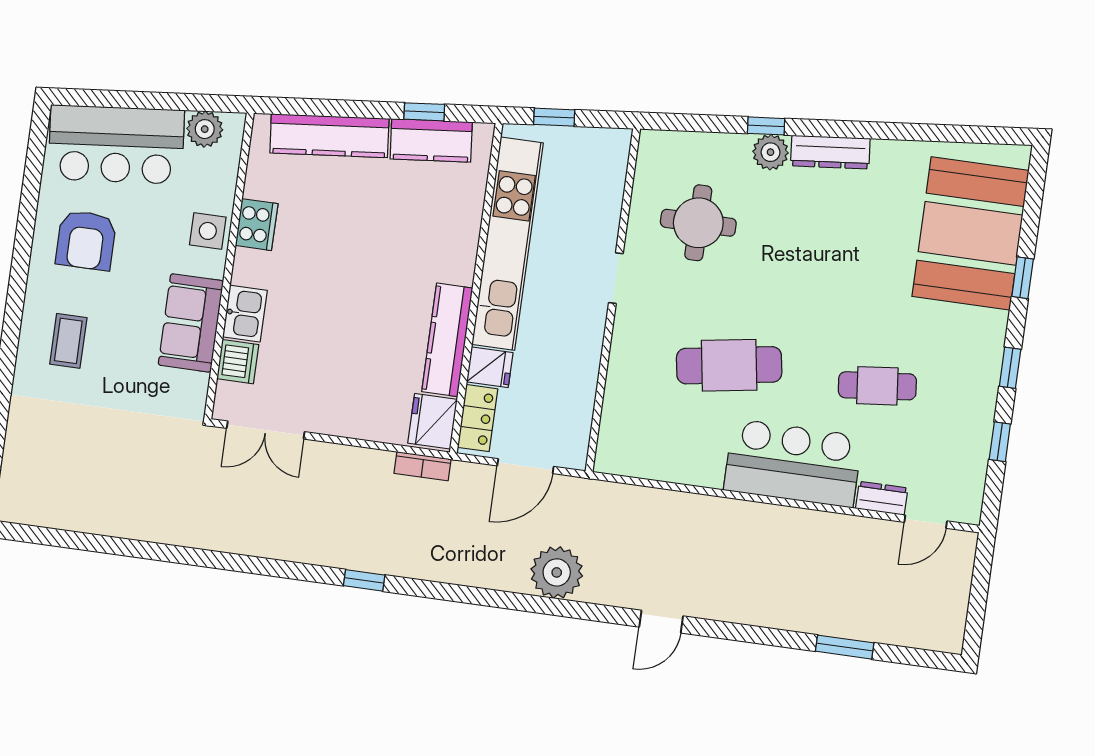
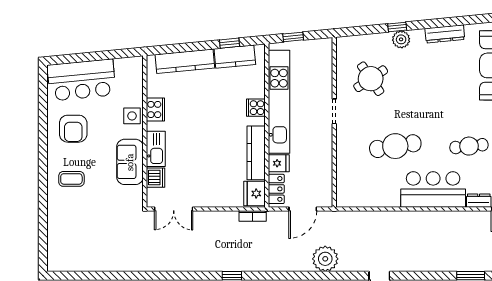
plant: (205, 129) -> (124, 66), removed
dresser: (830, 152) -> (445, 34), moved
round table: (698, 223) -> (371, 79), turned -34
cooker: (459, 249) -> (256, 108), added
kitchen sink: (245, 314) -> (156, 149), width x1.38
coffee table: (68, 341) -> (71, 179), turned 90

